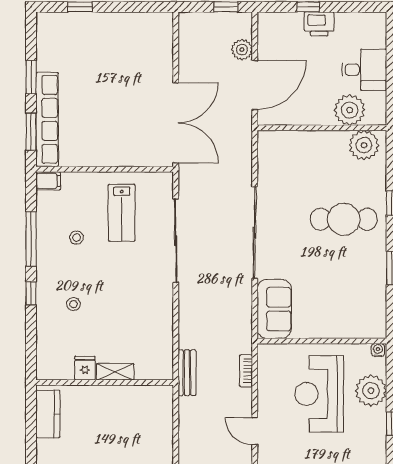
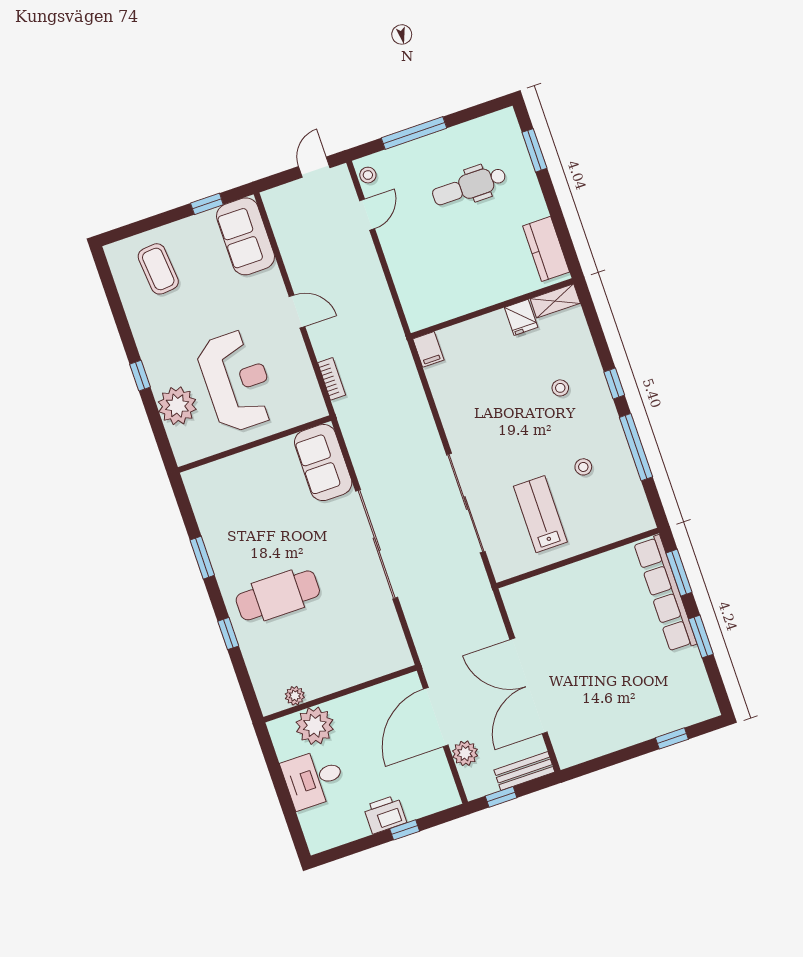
double door: (176, 123) -> (528, 686), moved
plant: (364, 145) -> (295, 696), width x0.53, depth x0.53
filing cabinet: (48, 181) -> (428, 349), moved, turned -90
water cooler: (378, 350) -> (185, 456), removed
shelving: (115, 372) -> (555, 301), moved
bench: (187, 373) -> (524, 771), moved, turned 90

